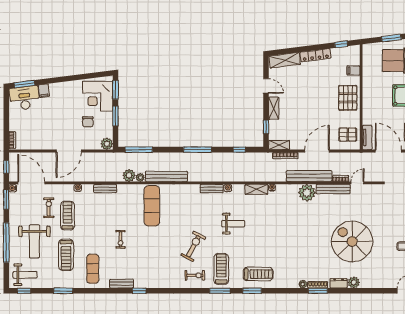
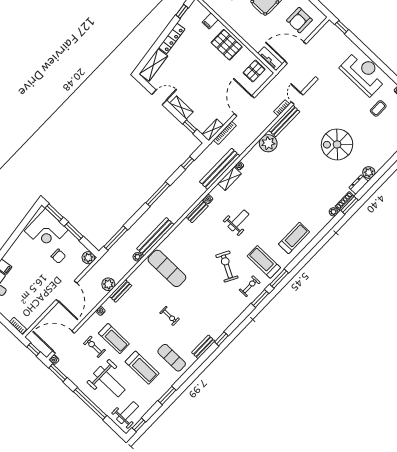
plant: (129, 176) -> (108, 284), moved
bench: (309, 176) -> (220, 169), moved
treadmill: (67, 216) -> (114, 339), turned 180
spiral stairs: (352, 242) -> (337, 144), width x0.73, depth x0.73
window: (252, 291) -> (260, 298), moved

